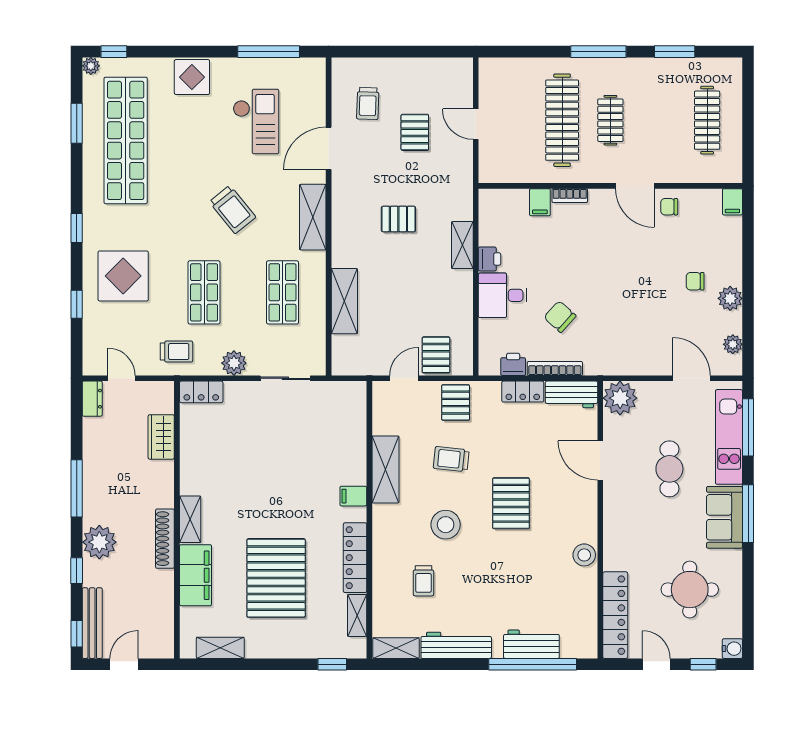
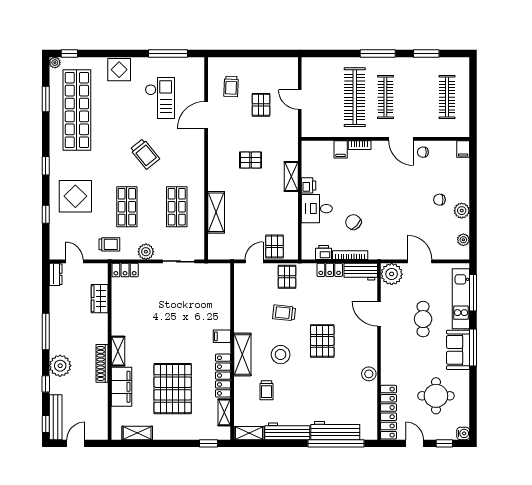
clothes rail: (610, 120) -> (385, 97), width x1.36
shelving: (313, 217) -> (196, 159), removed
door: (691, 378) -> (420, 261), moved
shelving: (385, 469) -> (242, 354), moved
workbench: (531, 644) -> (335, 431), width x1.37

